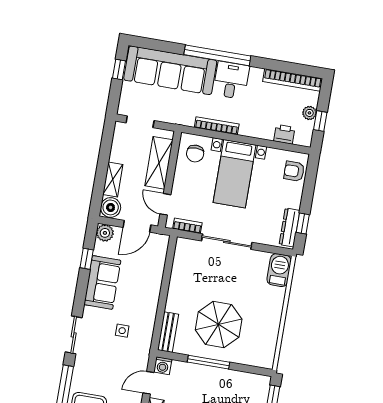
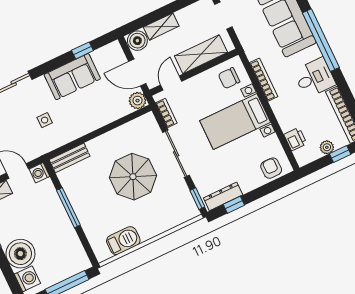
desk: (231, 80) -> (315, 78), moved
window: (320, 121) -> (340, 154), moved
plant: (105, 233) -> (138, 101), moved
window: (276, 250) -> (197, 199), added
barbecue: (279, 270) -> (123, 241), moved
parasol: (219, 325) -> (133, 177), moved

